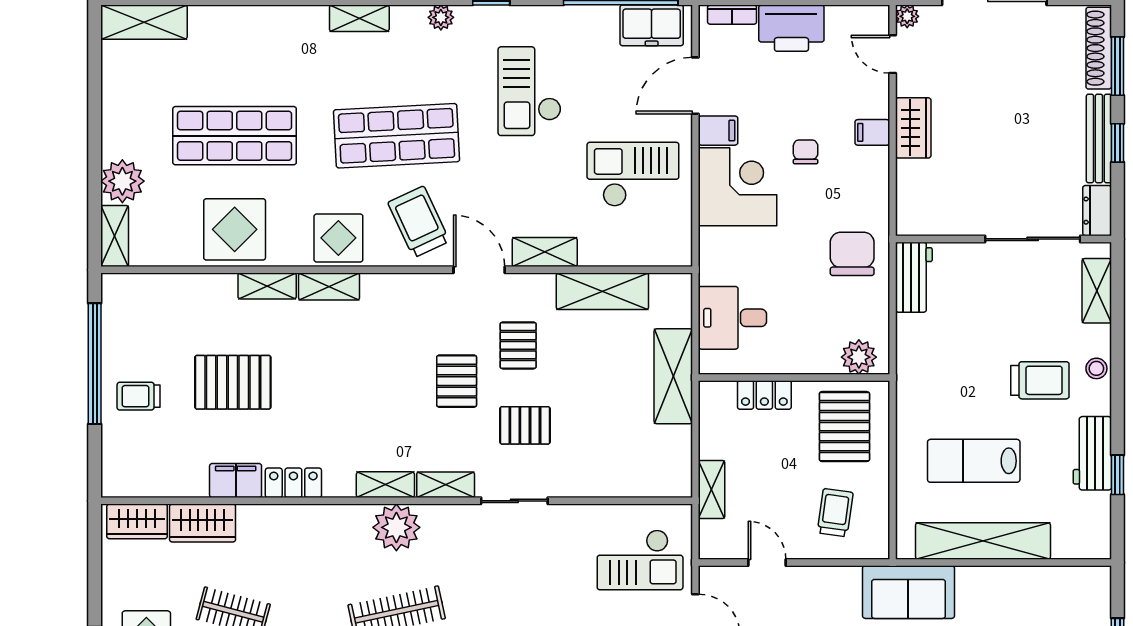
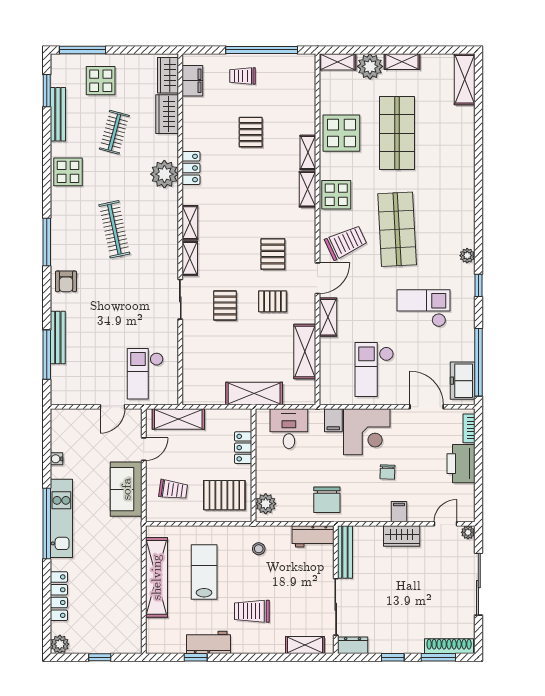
shelving: (359, 18) -> (402, 62), moved, turned 90
filing cabinet: (718, 131) -> (333, 420), moved
bench: (1099, 138) -> (345, 552), moved, turned 90
chair: (806, 152) -> (387, 472), turned 92
checkout: (633, 174) -> (374, 370), turned 180
chair: (852, 254) -> (327, 500), turned 90
stool: (1096, 368) -> (259, 549), moved
trolley: (1040, 380) -> (252, 611), turned 90
pallet: (457, 381) -> (273, 254), moved, turned 90
pallet: (233, 382) -> (251, 132), width x0.67, depth x0.71
trolley: (139, 396) -> (242, 76), turned -90
filing cabinet: (236, 480) -> (192, 81), moved
shelving: (712, 489) -> (178, 419), width x1.50, depth x1.33
plant: (396, 527) -> (164, 174), moved
sofa: (908, 592) -> (126, 489), moved

